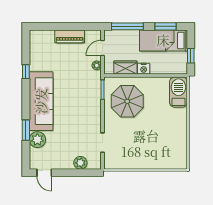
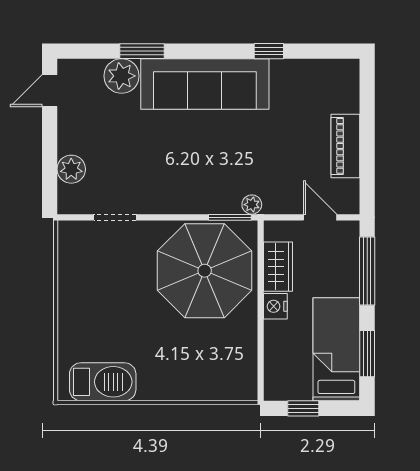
plant: (97, 65) -> (252, 205), moved
barbecue: (178, 92) -> (103, 382), moved
parasol: (127, 101) -> (205, 271), width x1.36, depth x1.36

